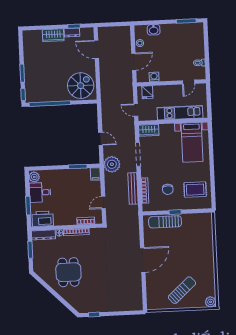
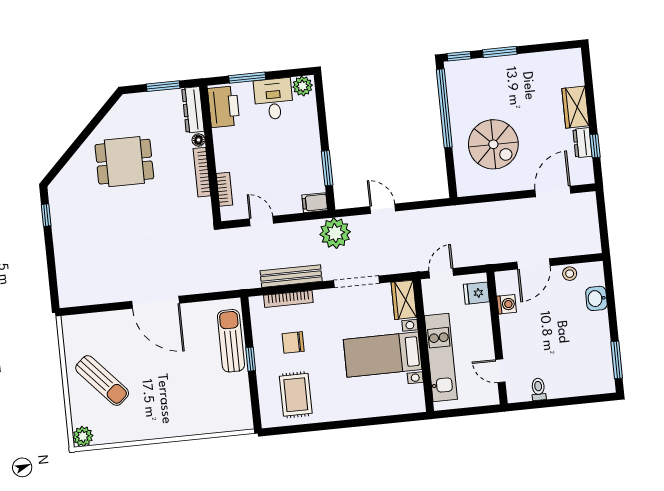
door: (134, 62) -> (533, 264), hinge flipped
spiral stairs: (81, 86) -> (493, 144), moved
door: (101, 139) -> (383, 209), swing flipped
bed with nightstands: (192, 142) -> (383, 354), moved

